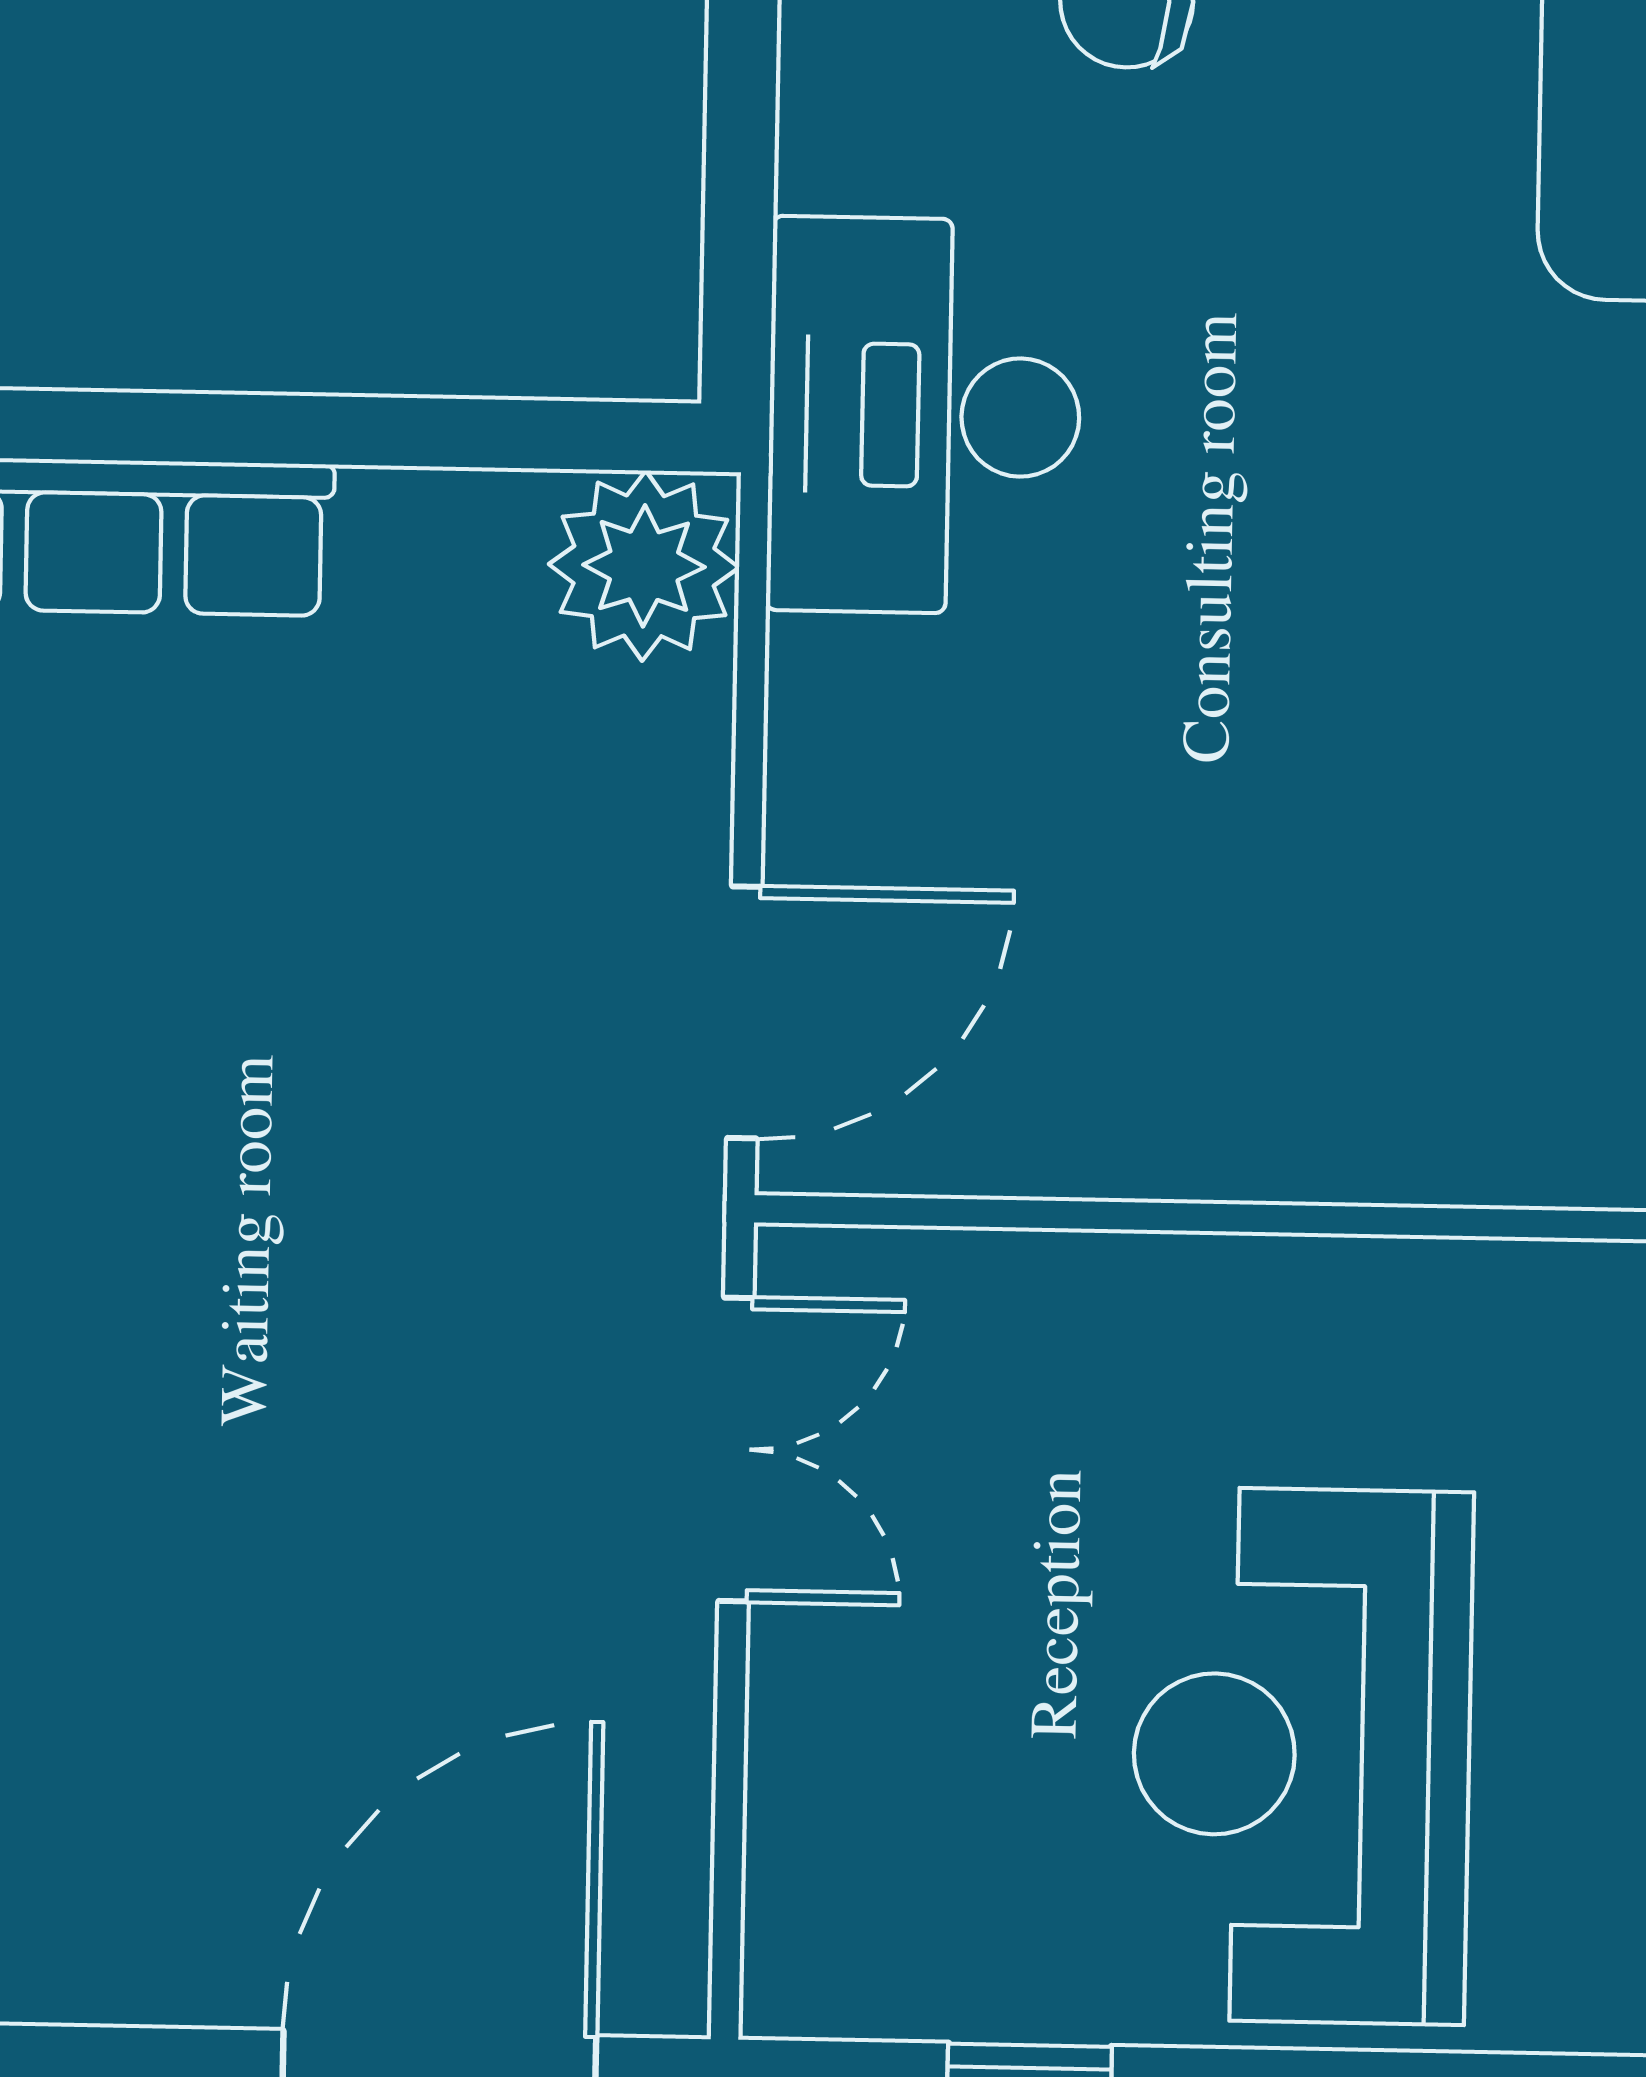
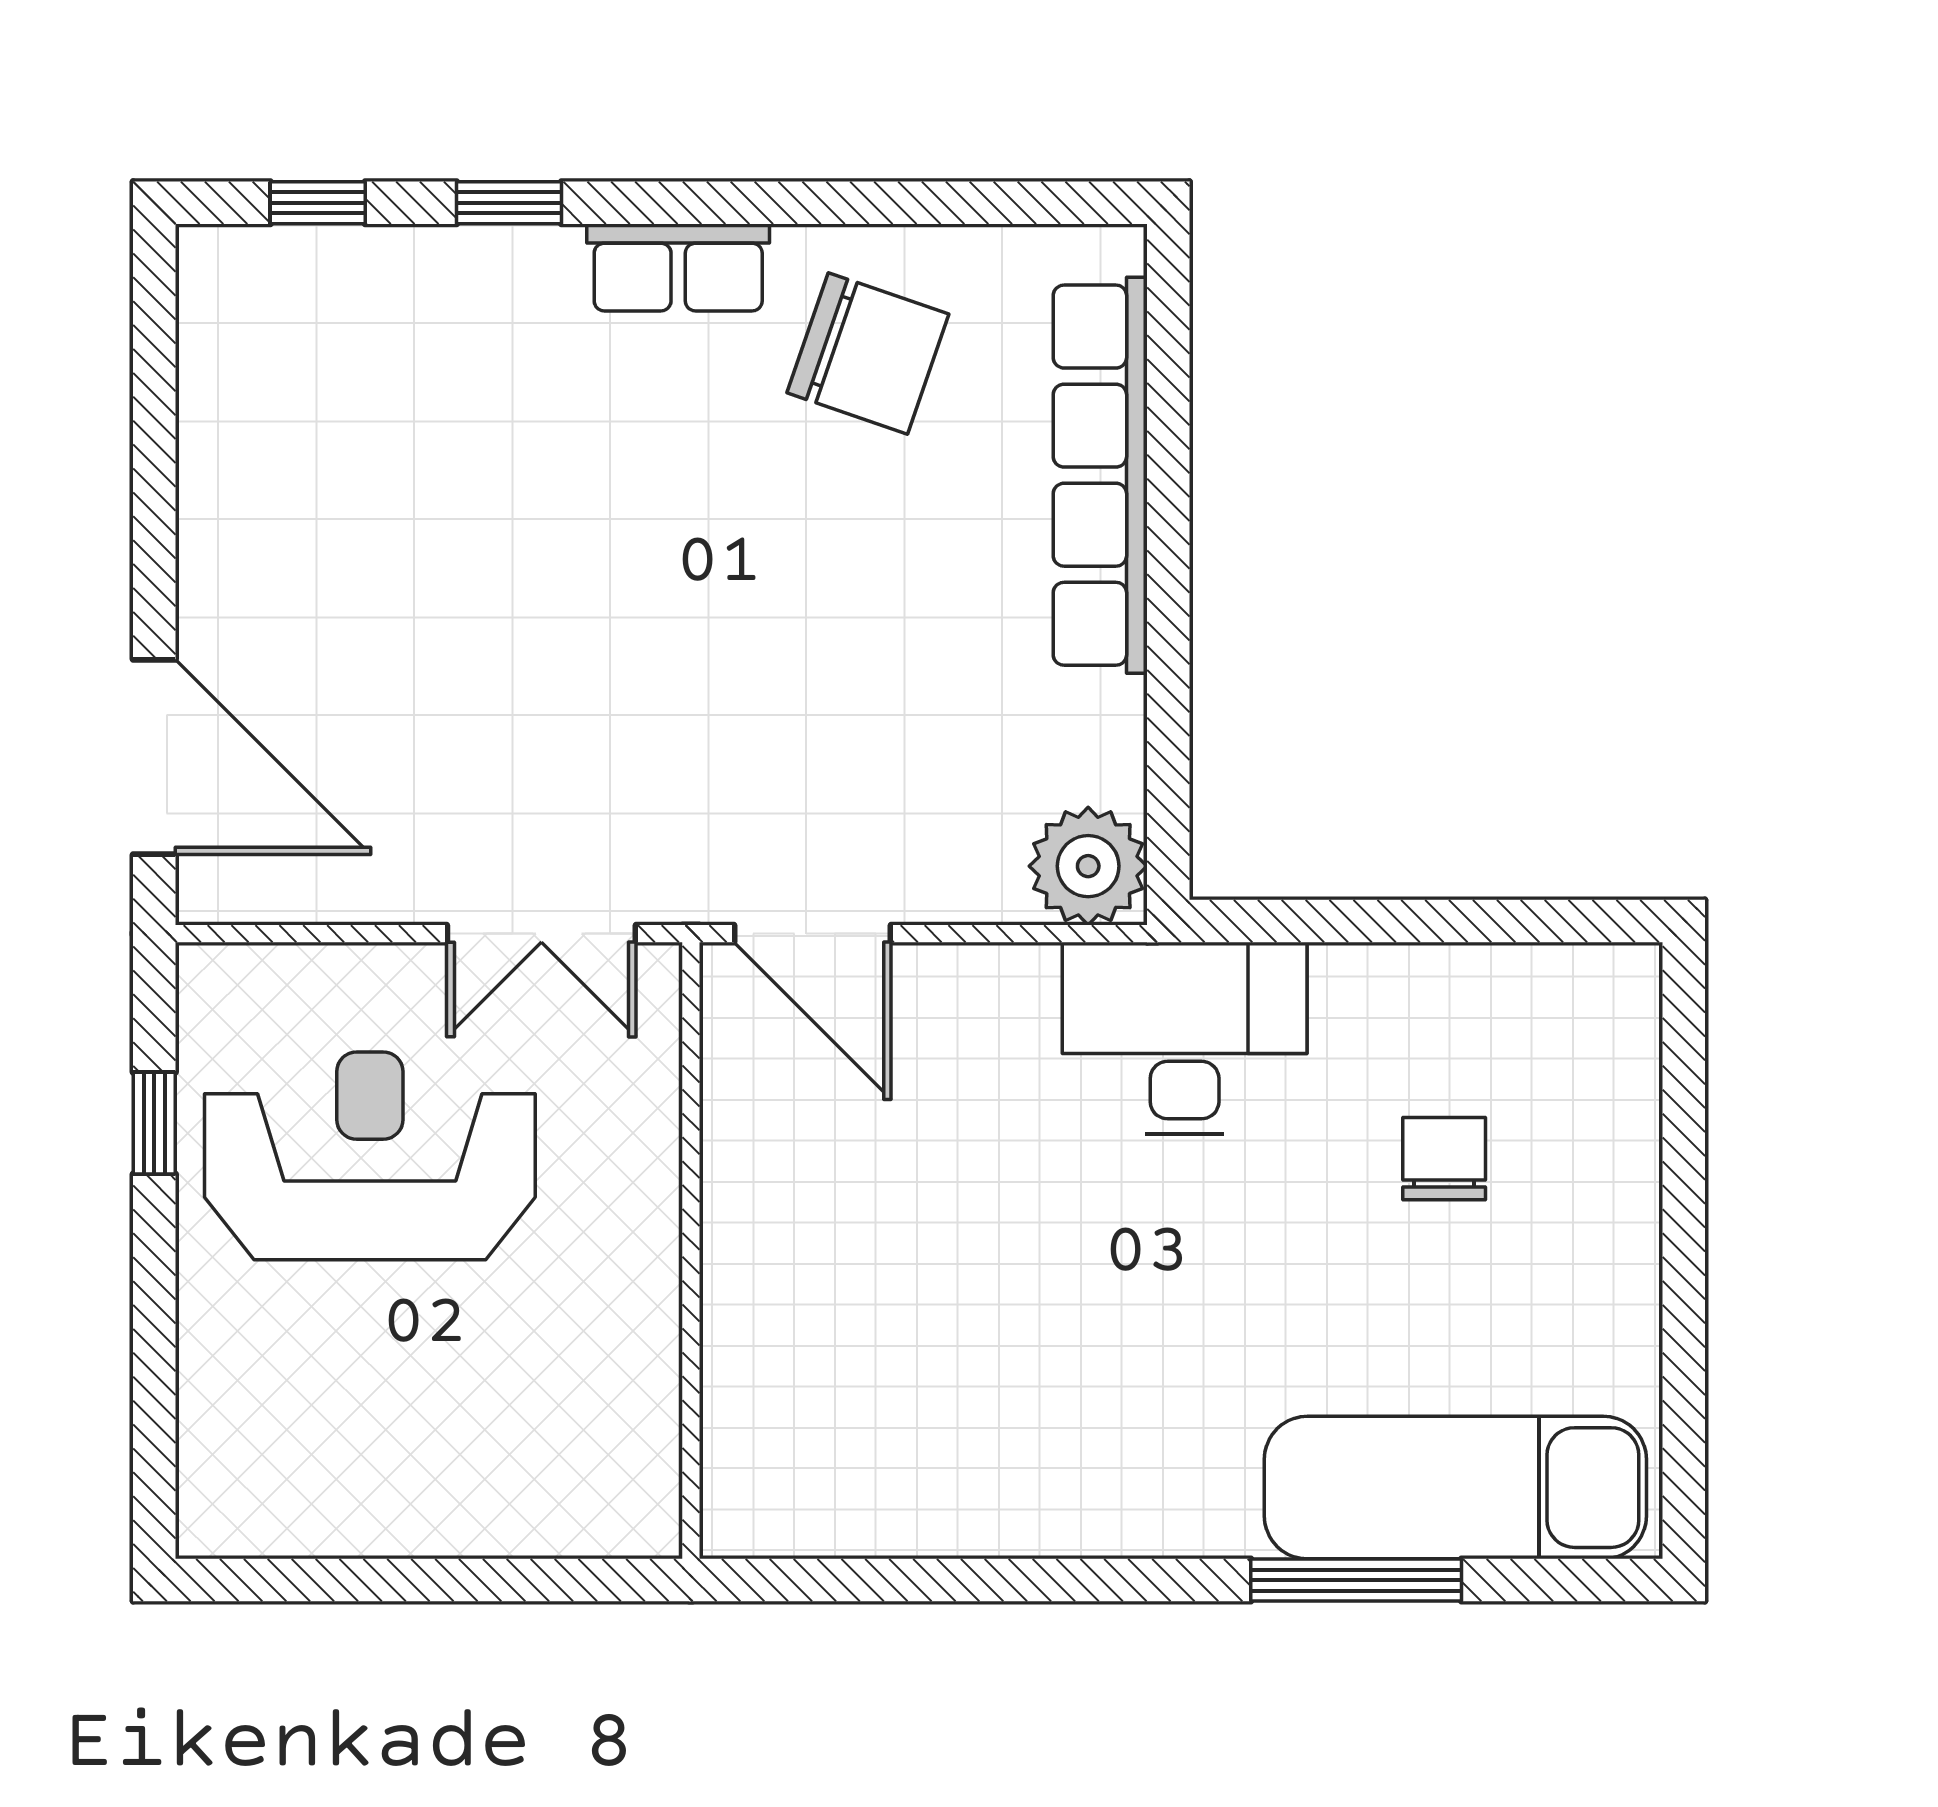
reception desk: (1301, 1756) -> (370, 1156), moved

